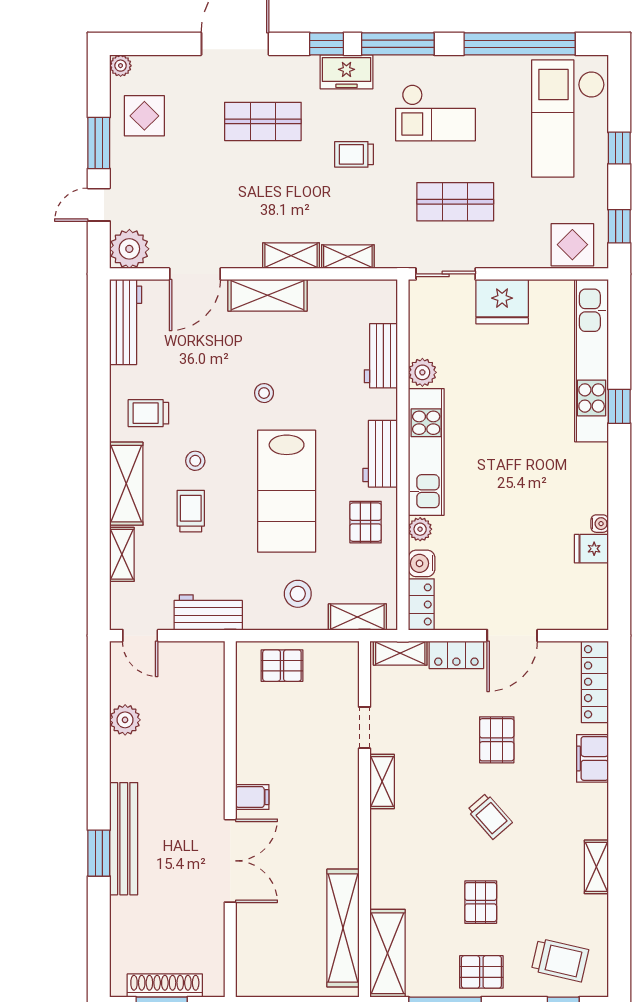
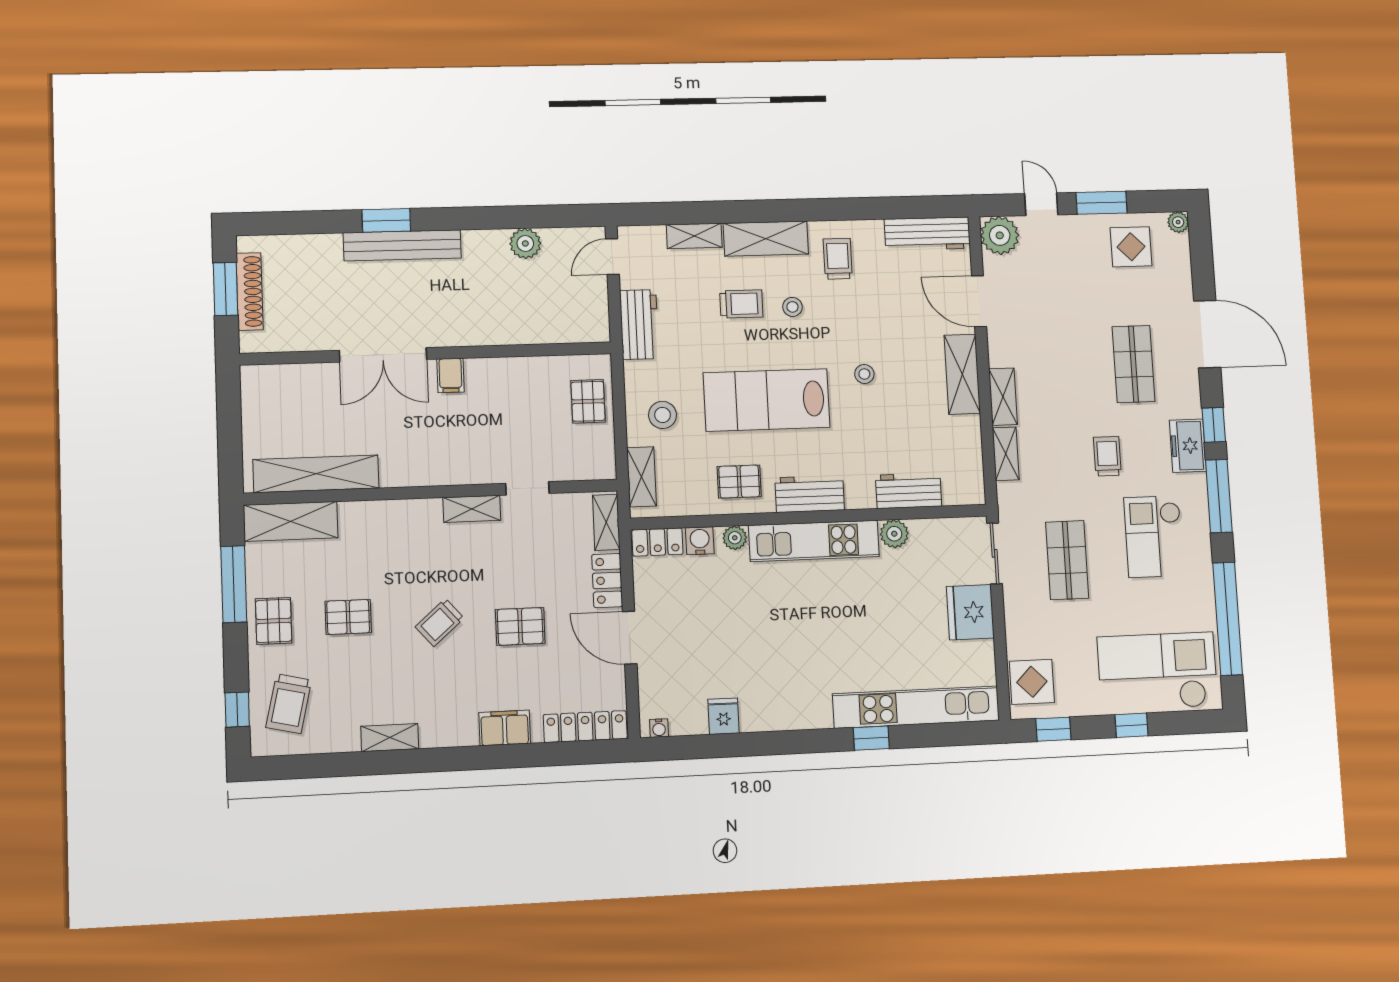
water cooler: (600, 524) -> (659, 728), moved

